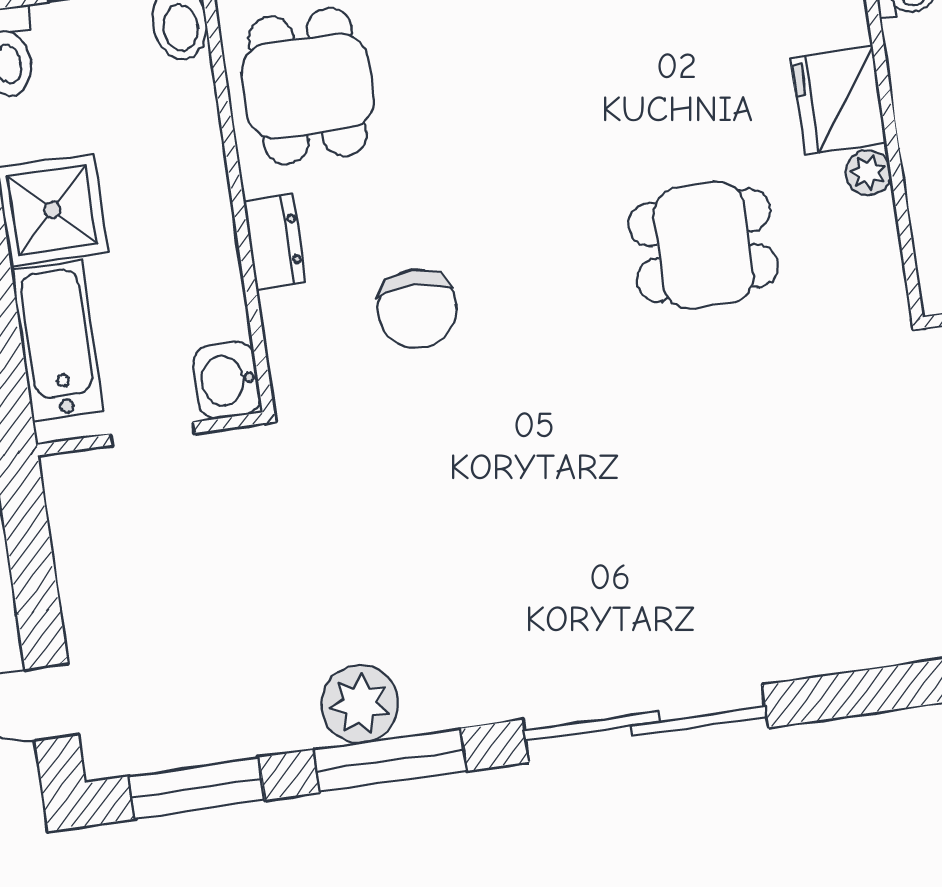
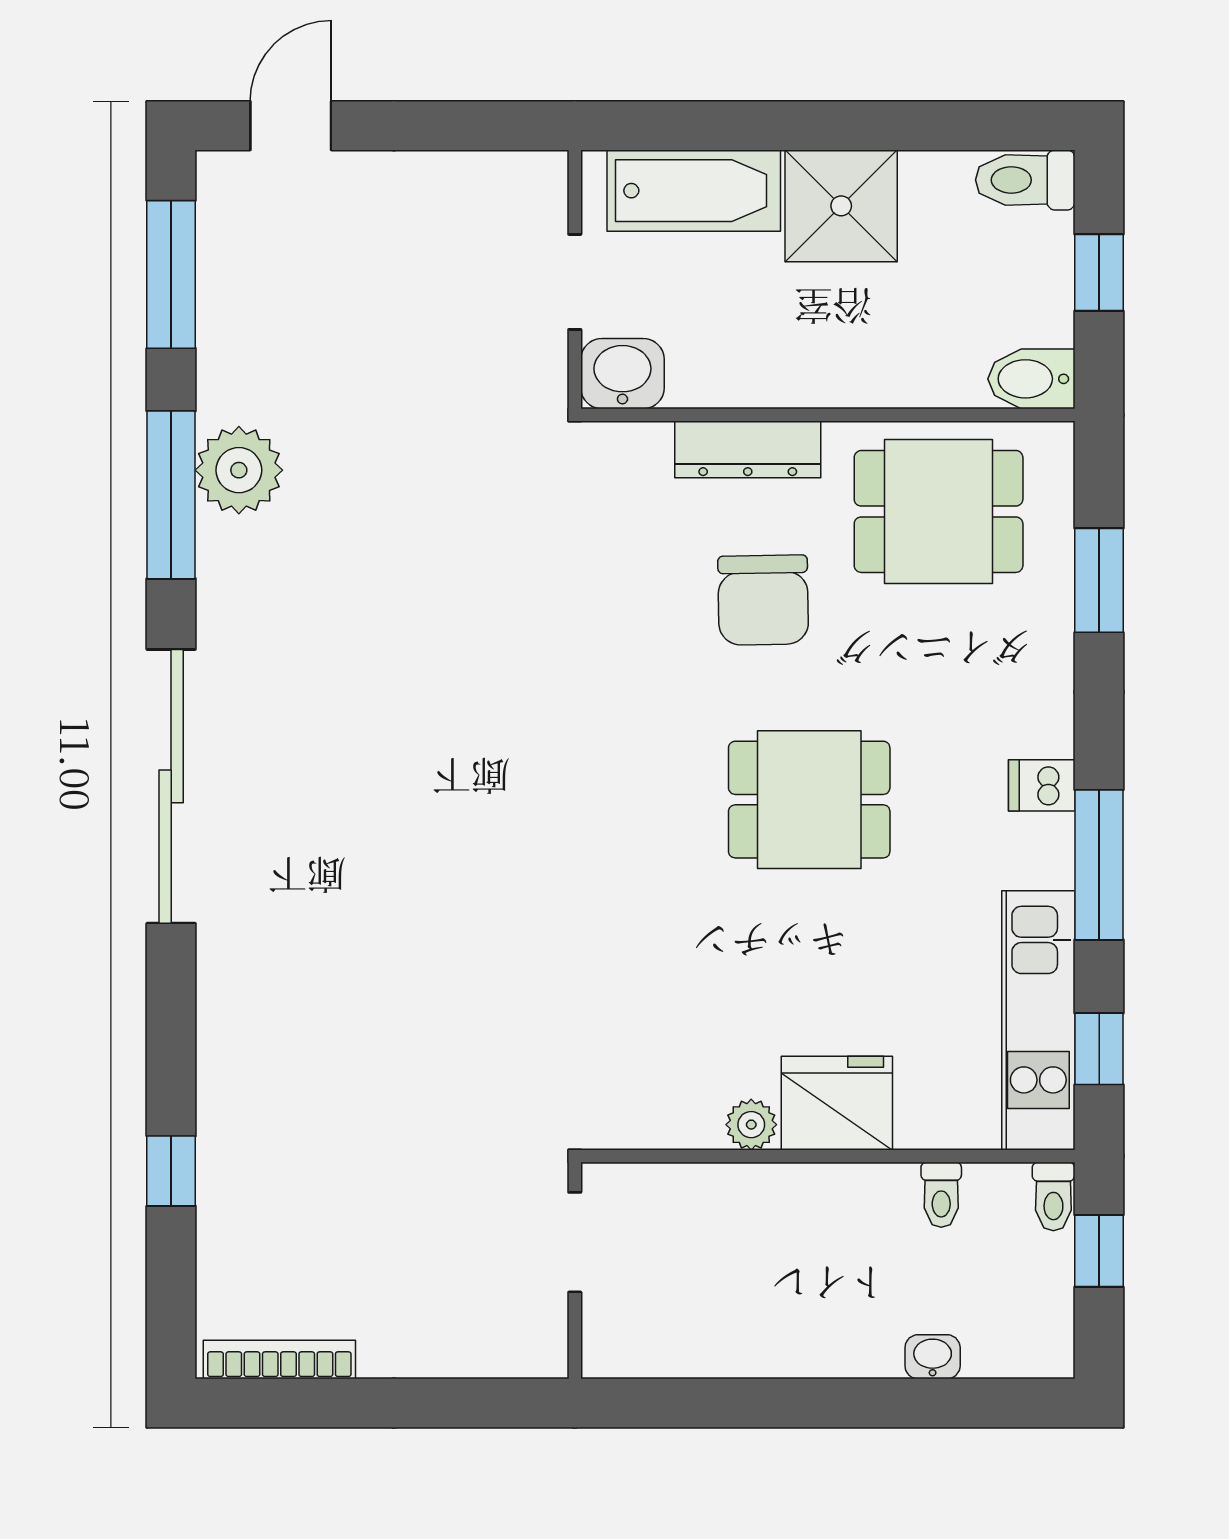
dresser: (275, 242) -> (748, 449), width x1.44
dining table: (704, 245) -> (809, 800), moved, turned 90
chair: (417, 309) -> (763, 600), moved, turned -92

